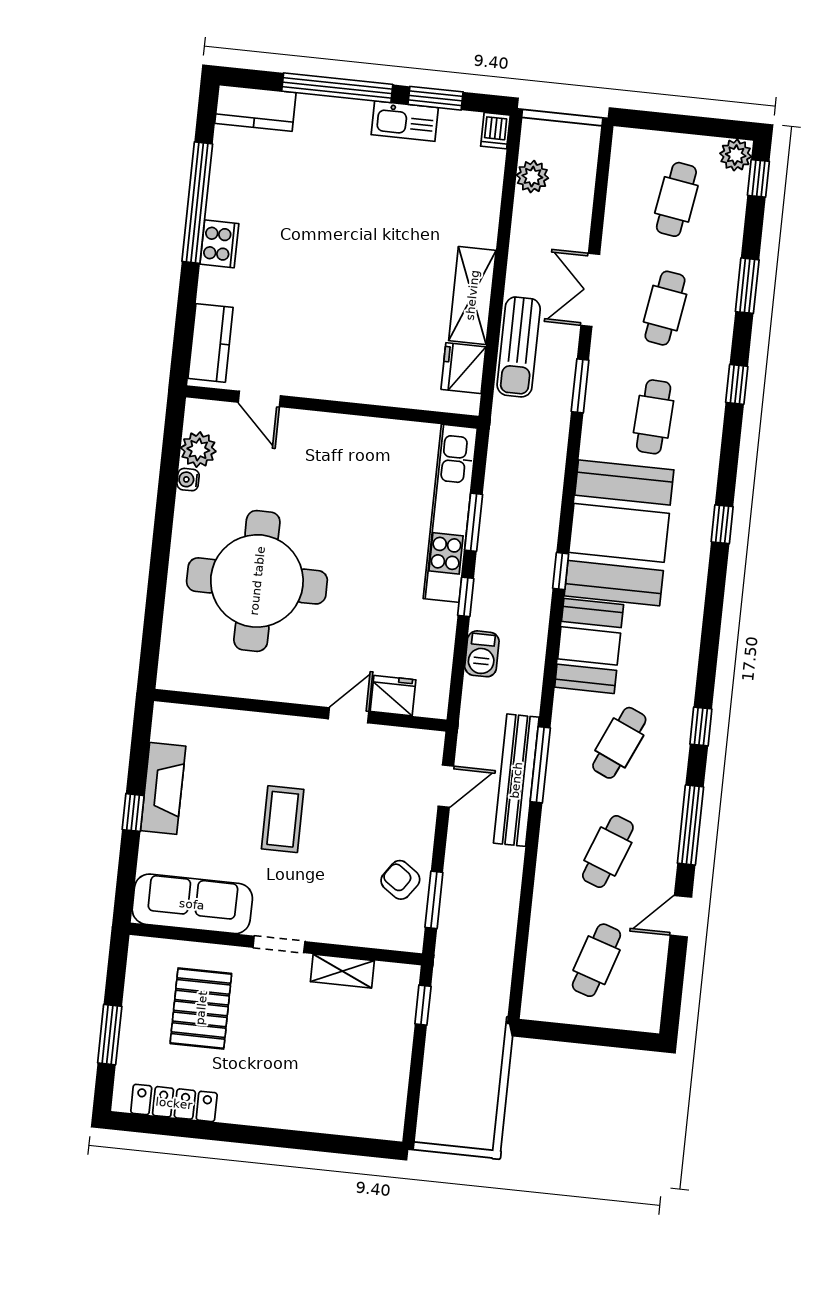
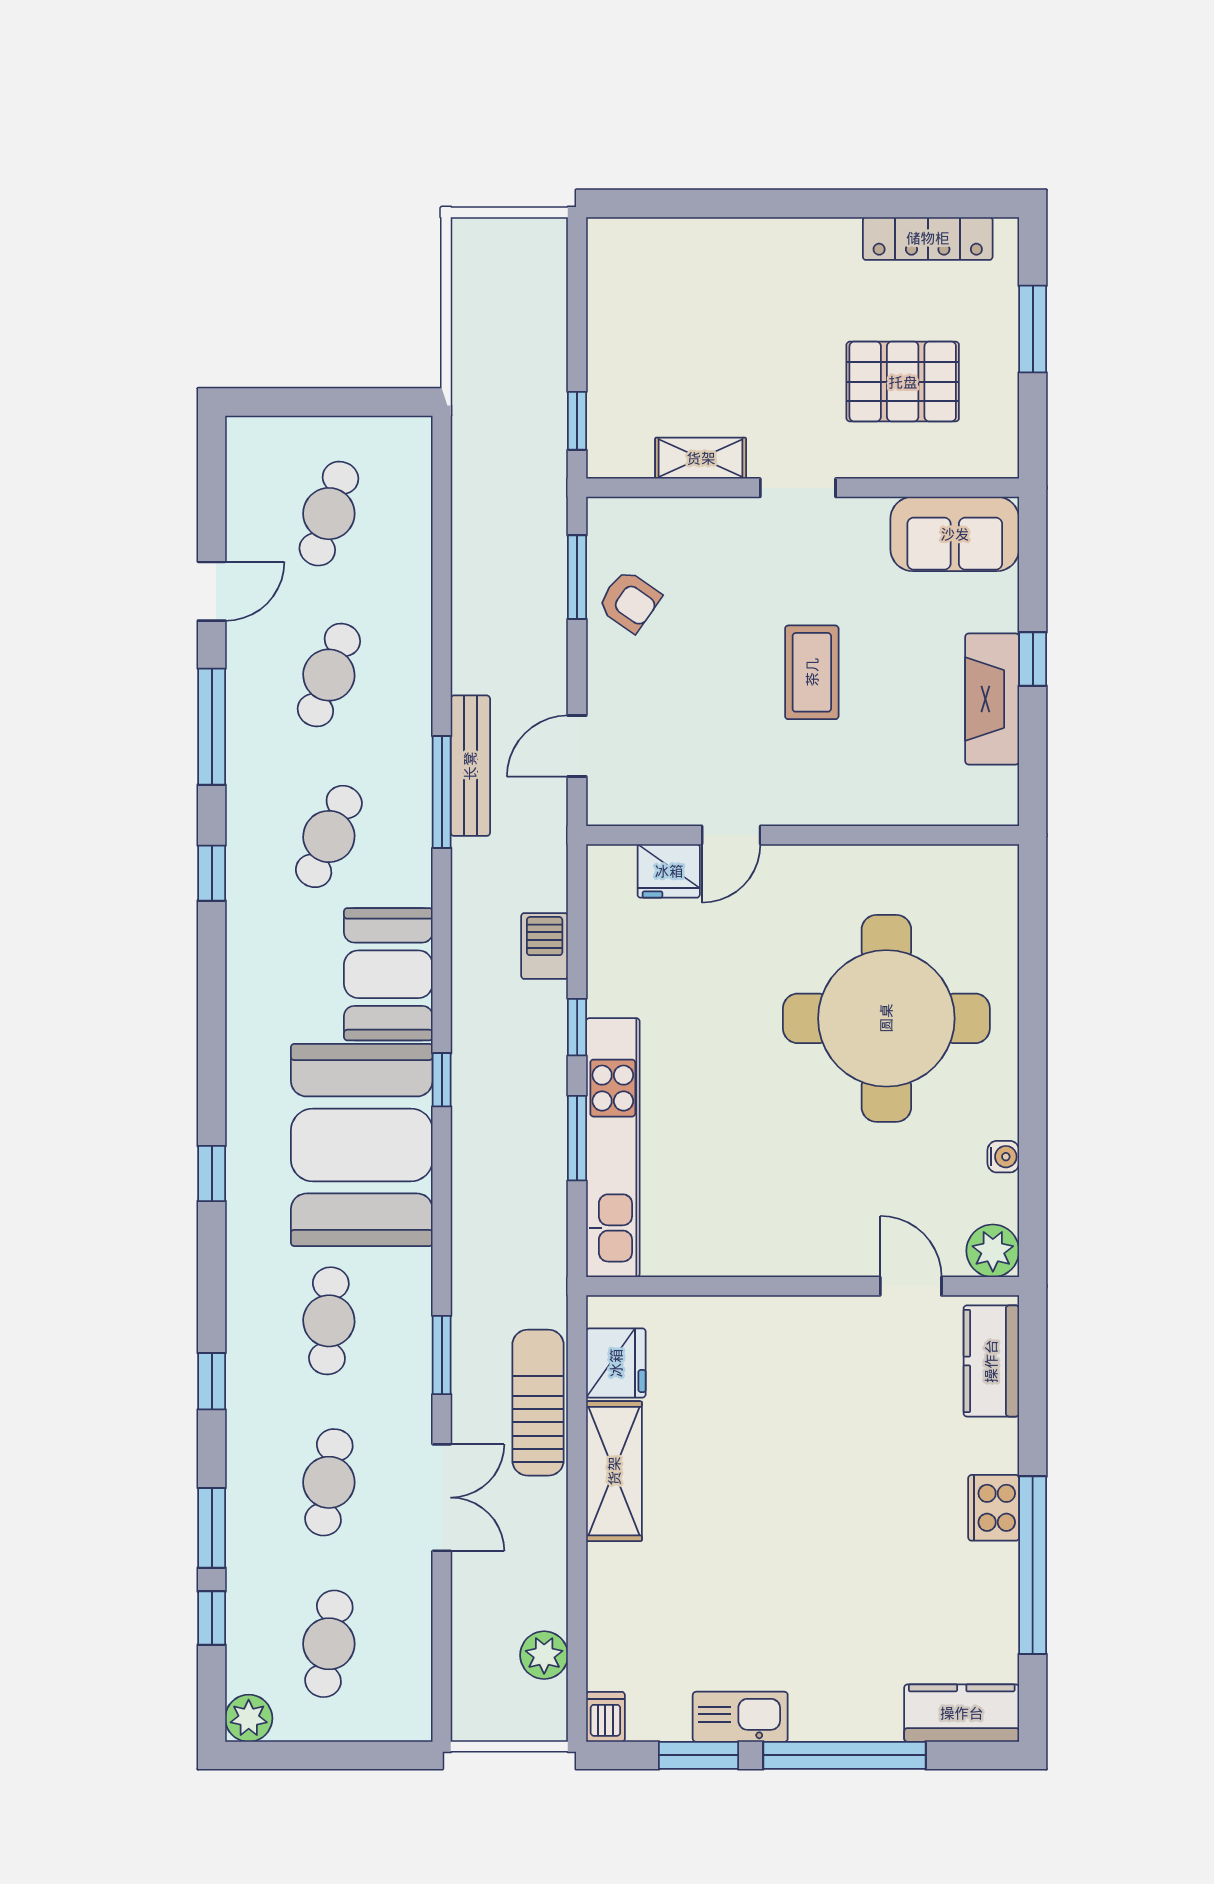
window: (758, 178) -> (212, 1618), moved
plant: (198, 450) -> (993, 1251), moved
bench: (516, 780) -> (470, 766), width x0.73, depth x0.82
sofa: (192, 904) -> (955, 534), width x0.73
pallet: (201, 1008) -> (903, 382), turned 90

